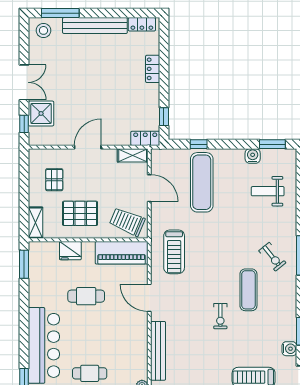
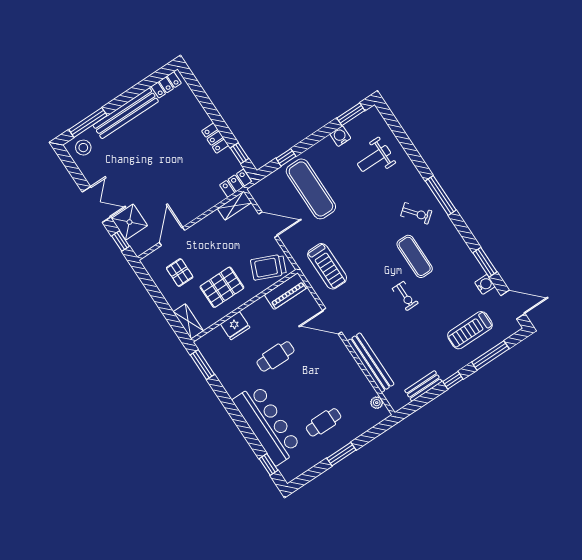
locker: (153, 69) -> (215, 138), moved
door: (88, 147) -> (172, 236), moved
piano: (122, 253) -> (286, 291), width x0.73, depth x0.75

